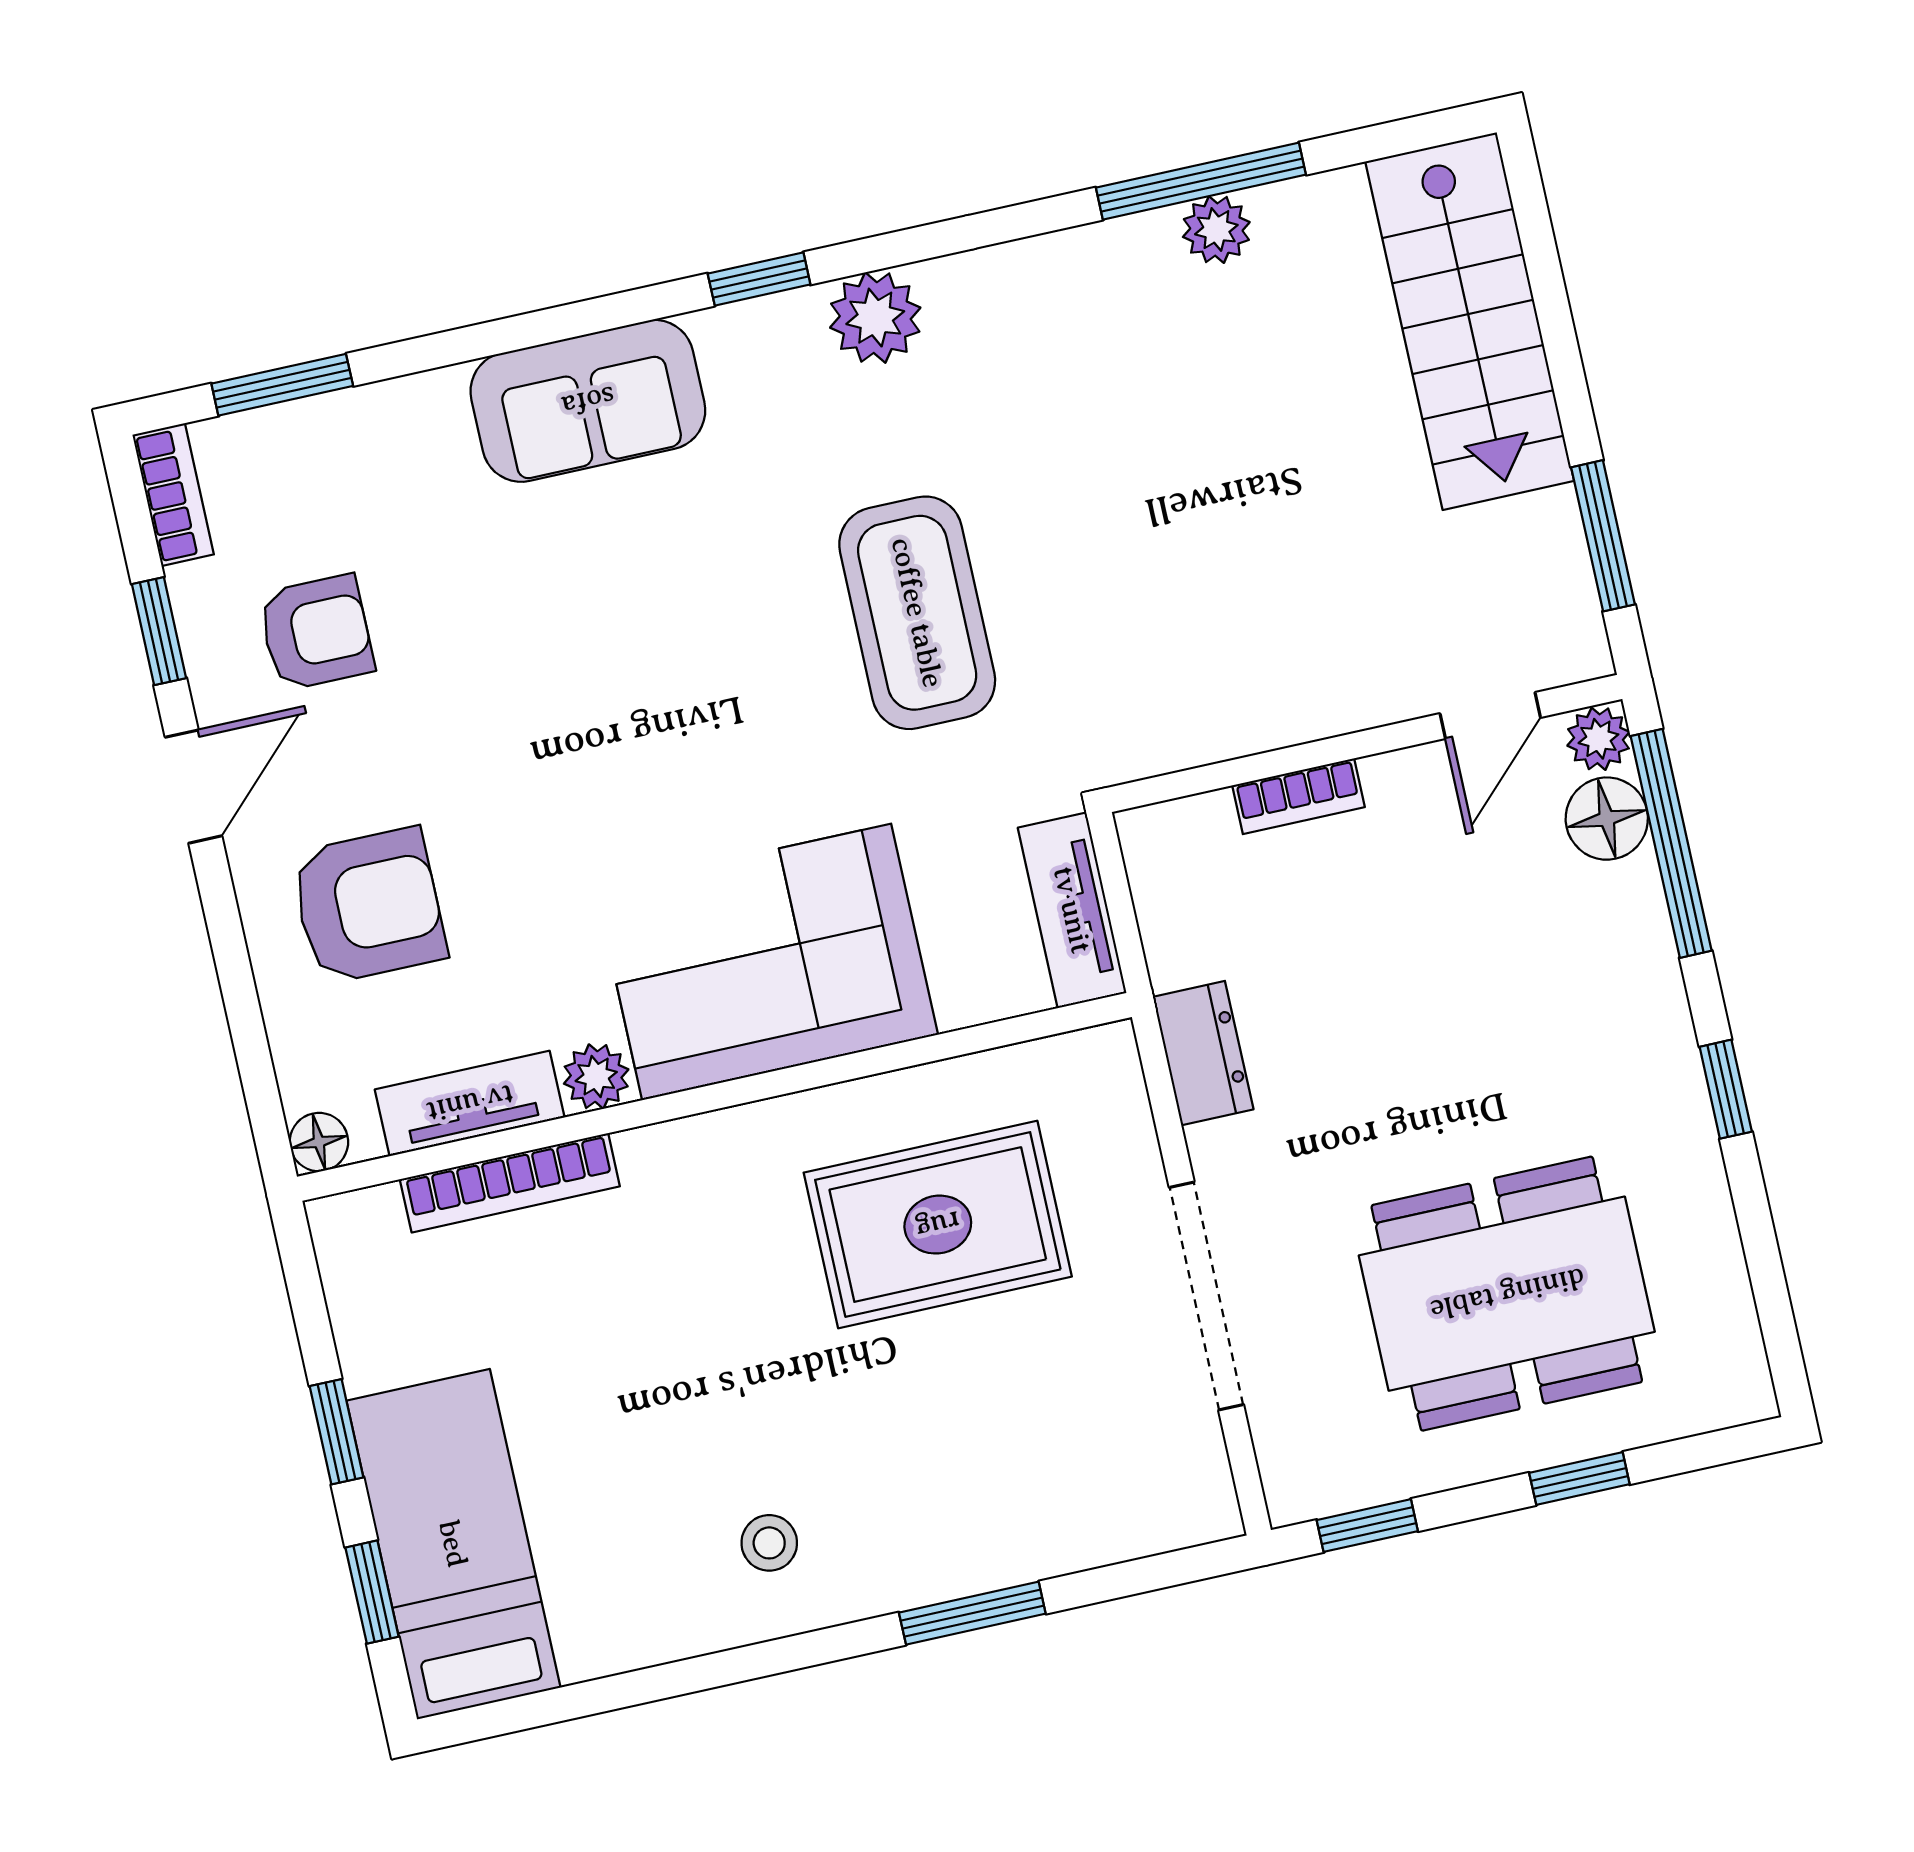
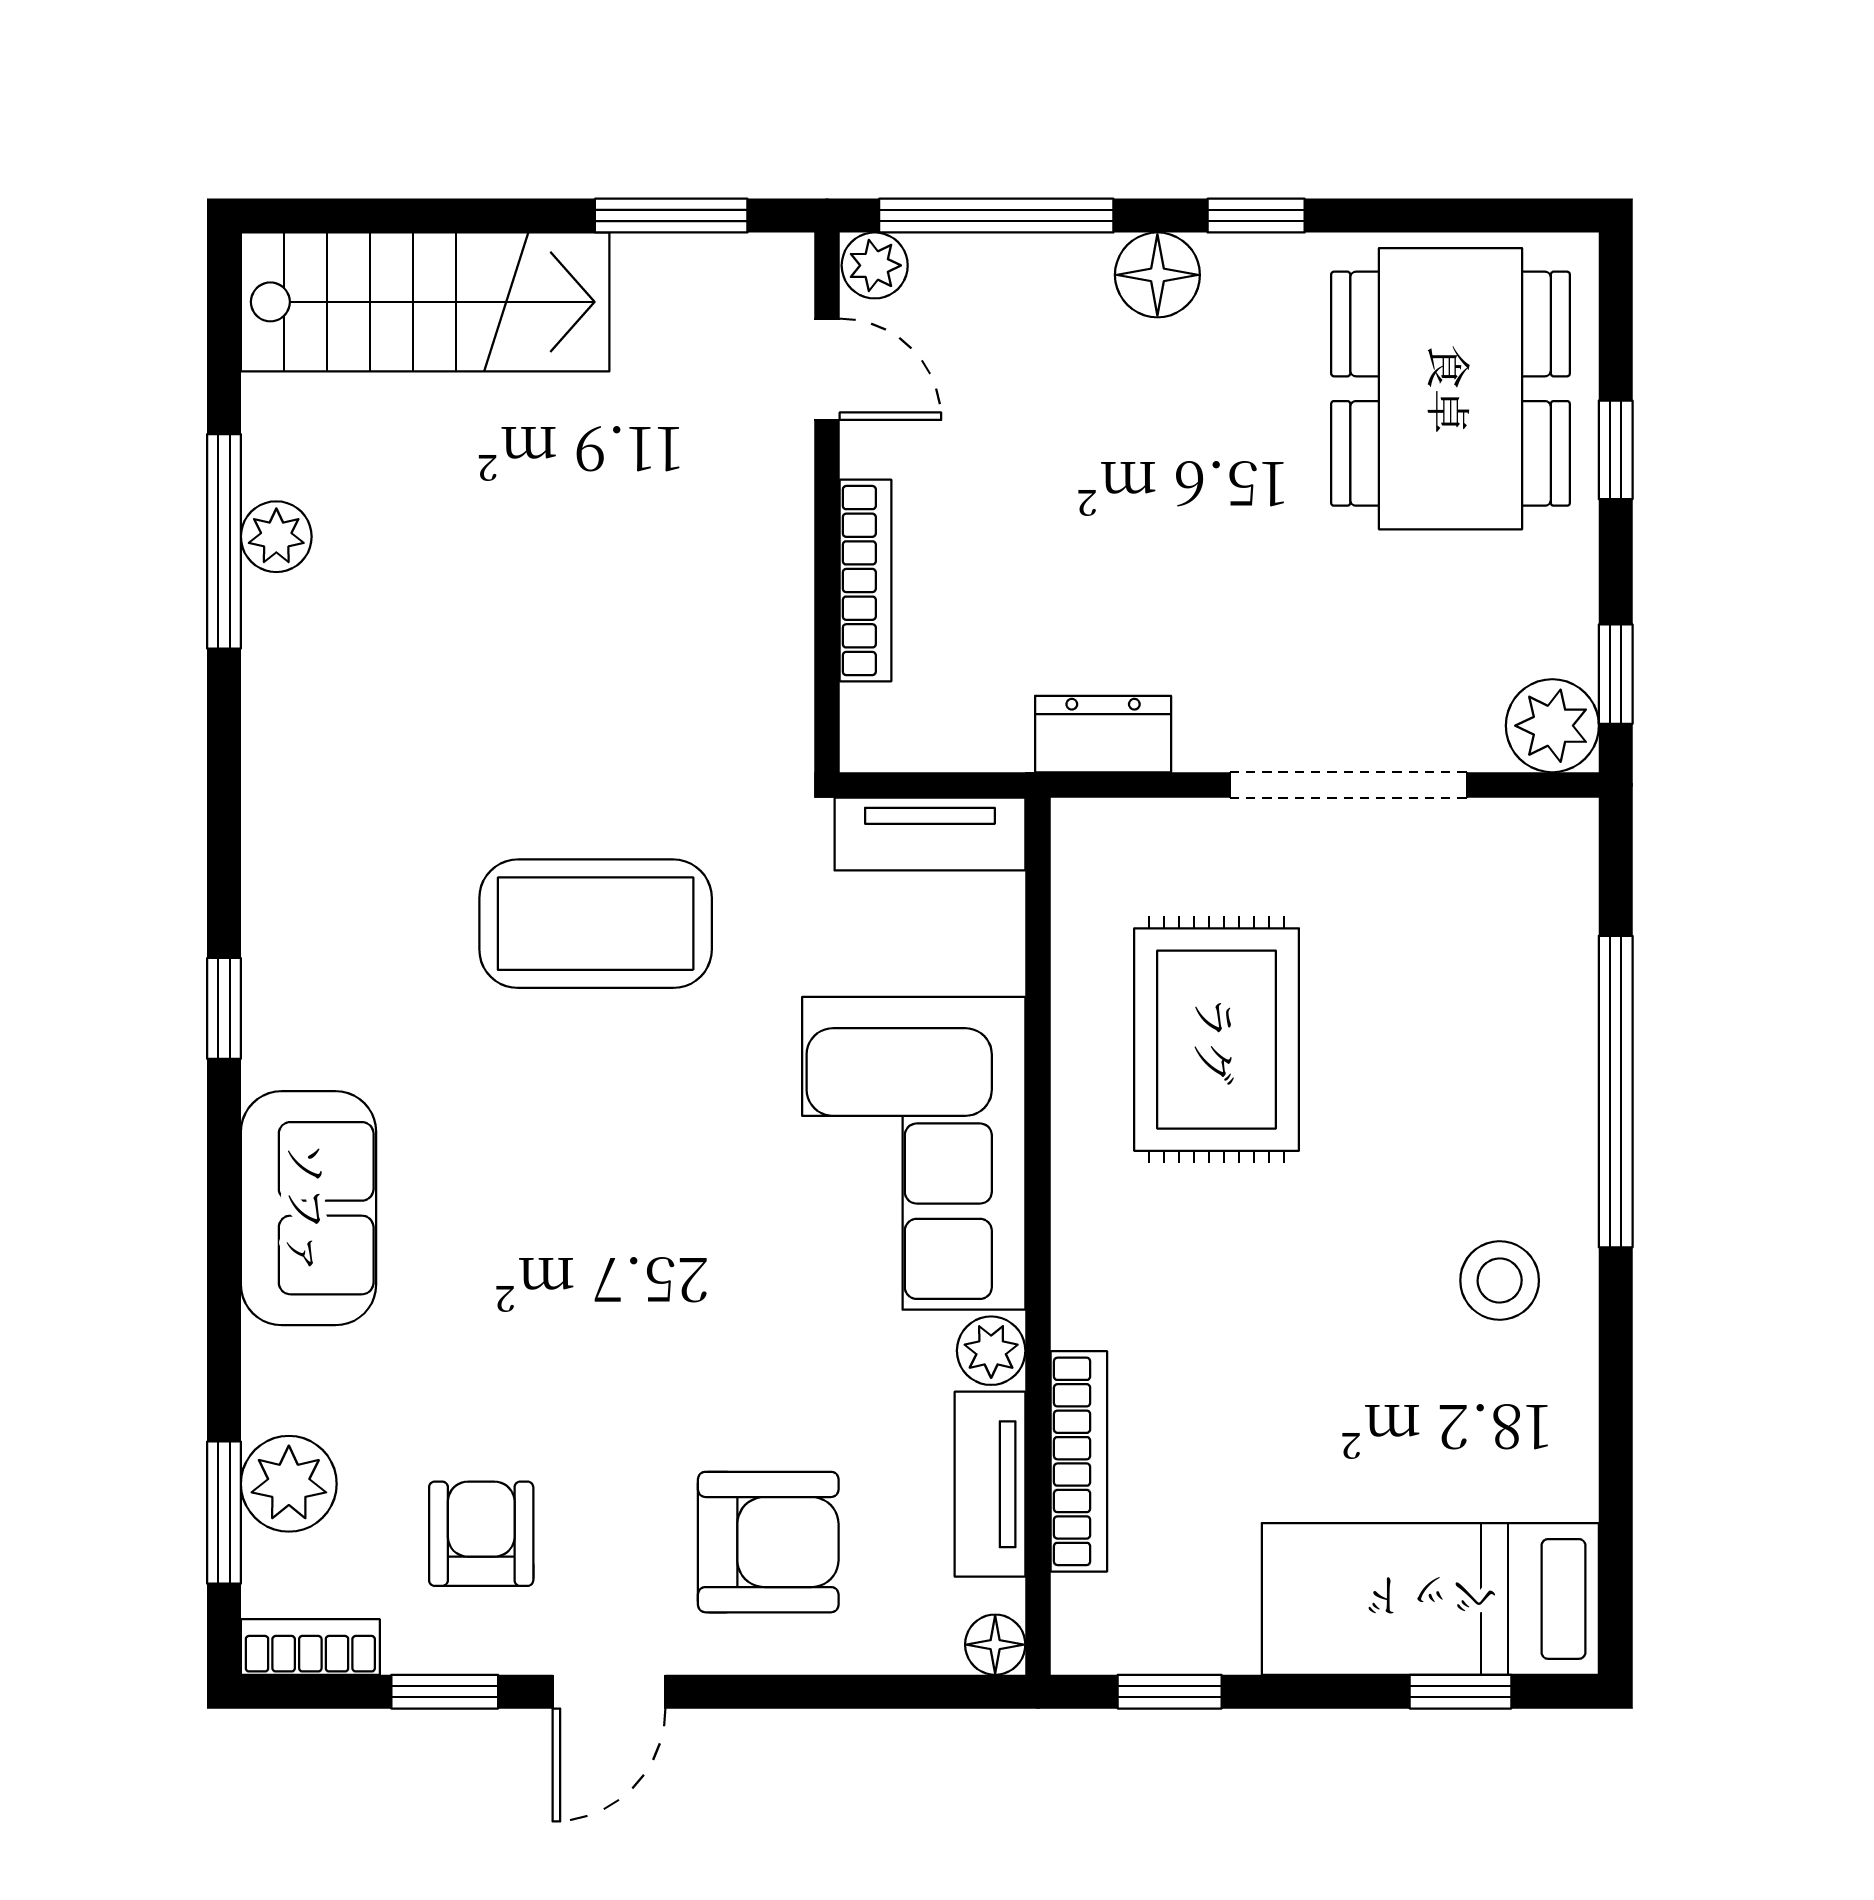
plant: (875, 318) -> (289, 1484), moved
door: (193, 787) -> (609, 1692), swing flipped
bookcase: (1298, 796) -> (866, 581), width x1.56
floor lamp: (1607, 819) -> (1157, 275), moved
armchair: (368, 906) -> (768, 1542), turned 90
dining table: (1507, 1294) -> (1451, 389), moved
window: (337, 1432) -> (1170, 1692), moved
plant: (1305, 1476) -> (1552, 726), added
stool: (769, 1543) -> (1500, 1281), width x1.37, depth x1.37
window: (972, 1613) -> (1616, 1092), width x2.11

